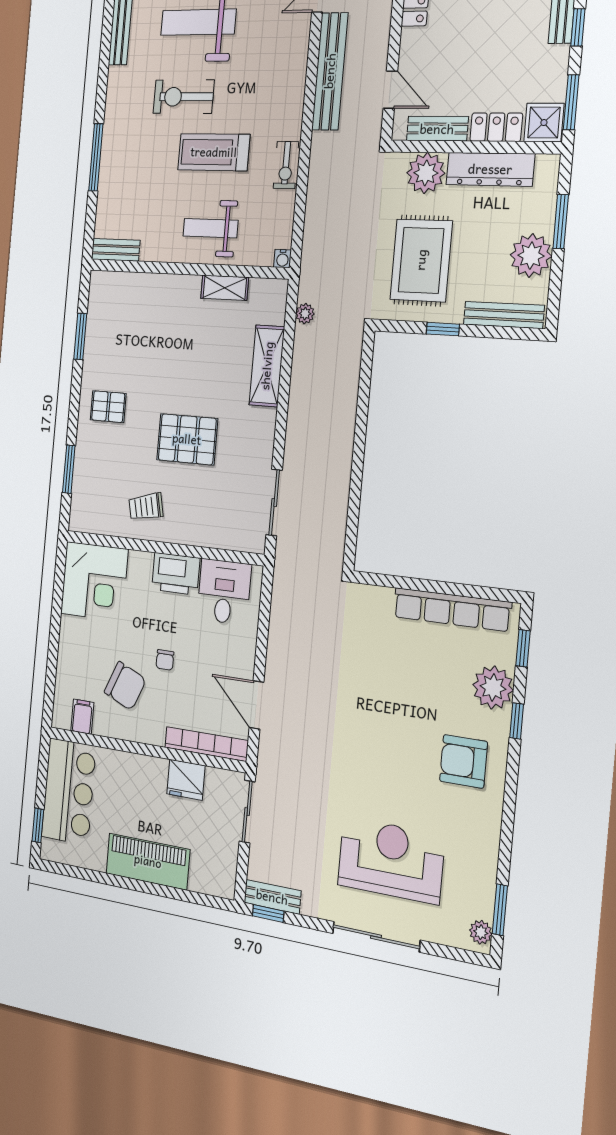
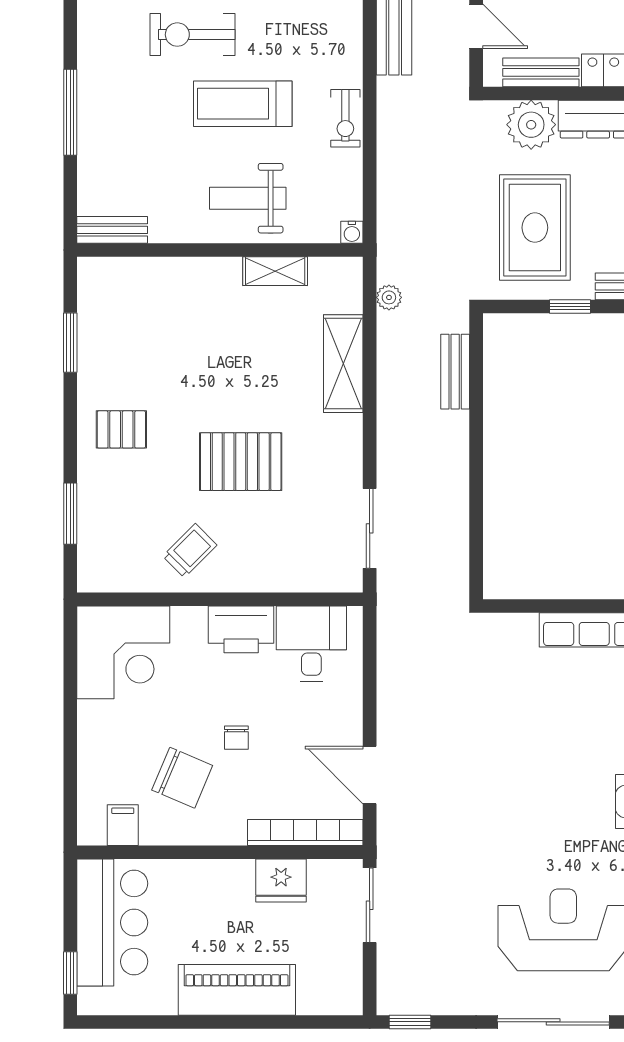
trolley: (146, 507) -> (190, 551), turned 148
bench: (272, 897) -> (455, 372), moved, turned 90

